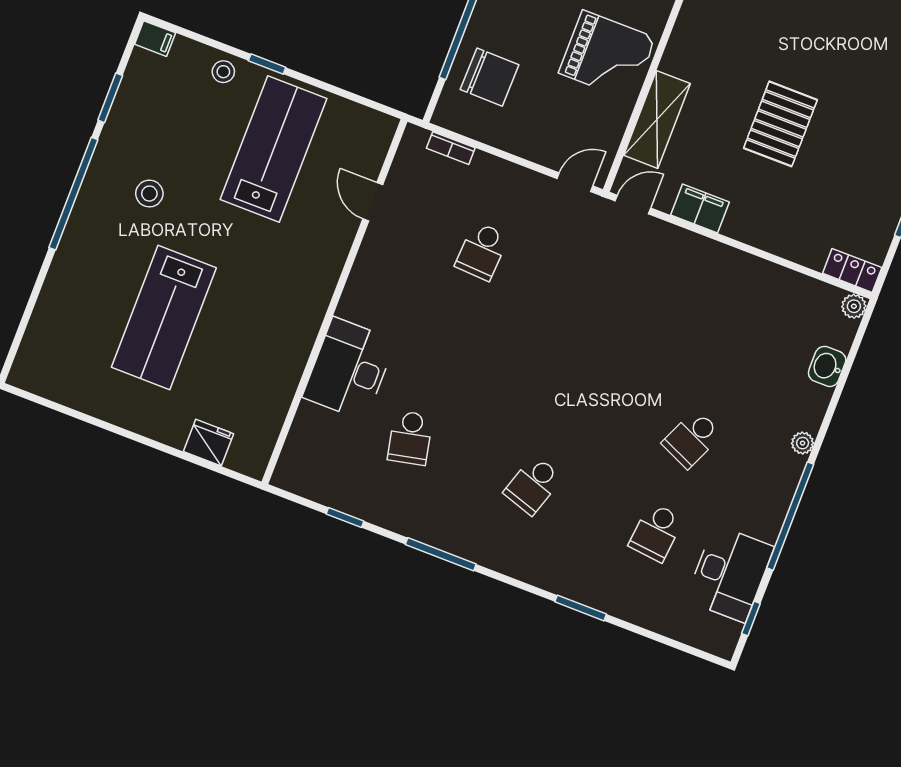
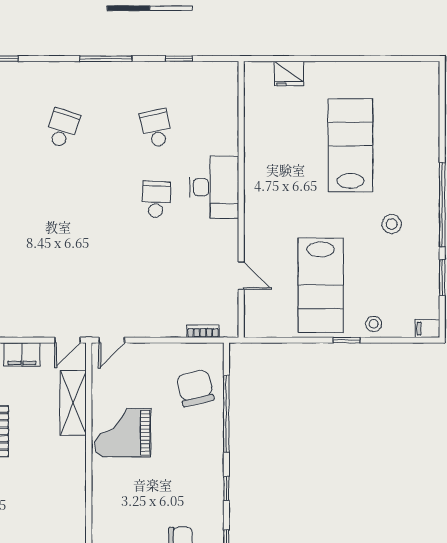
chair: (490, 77) -> (195, 388), turned 76
school desk: (482, 251) -> (156, 199), moved
desk: (349, 369) -> (214, 187), moved

